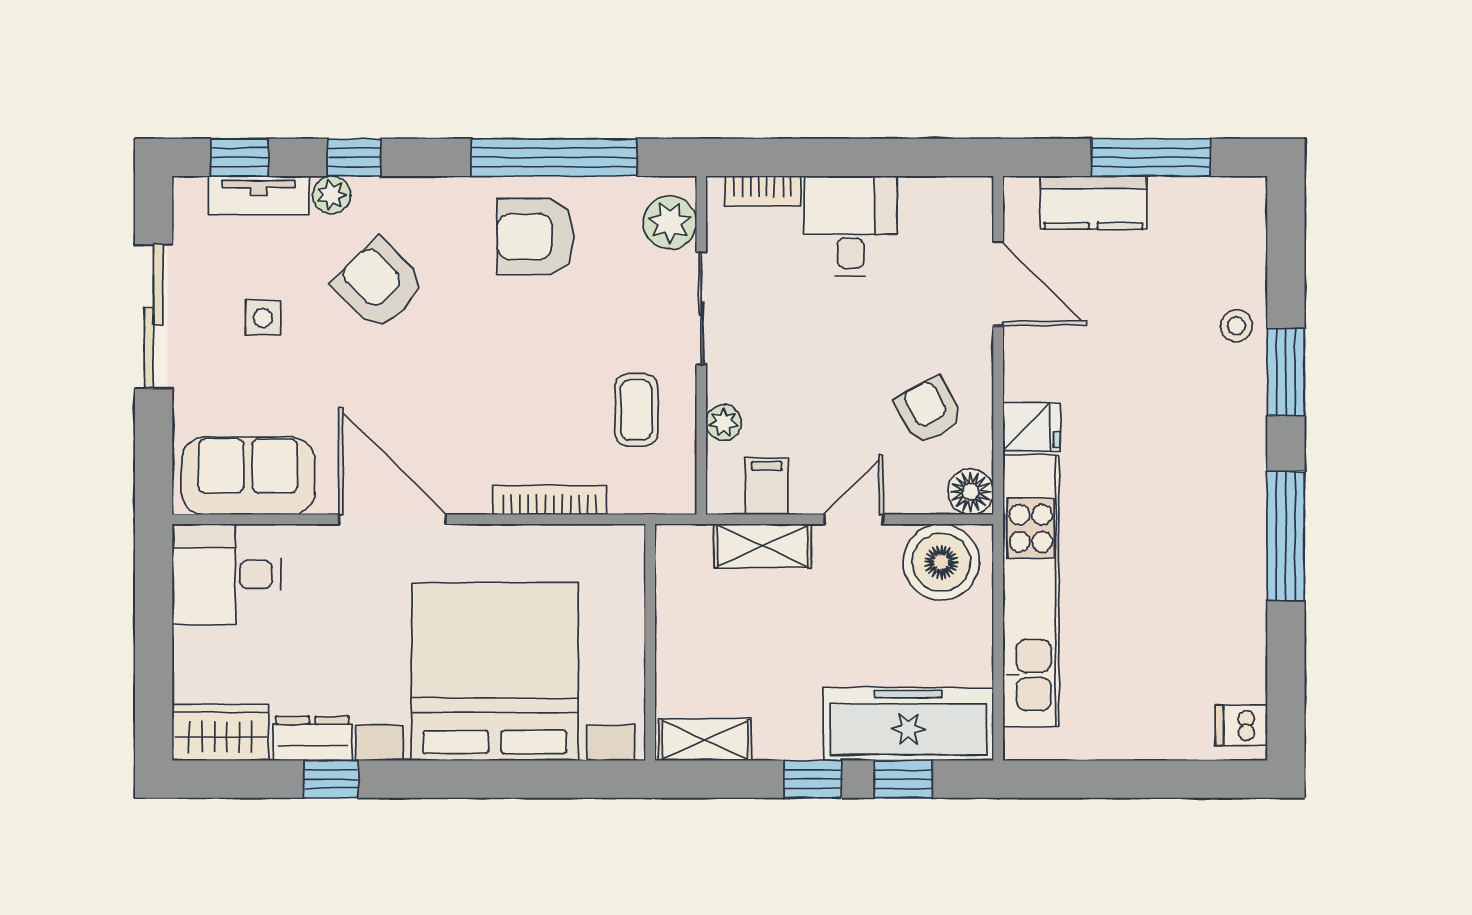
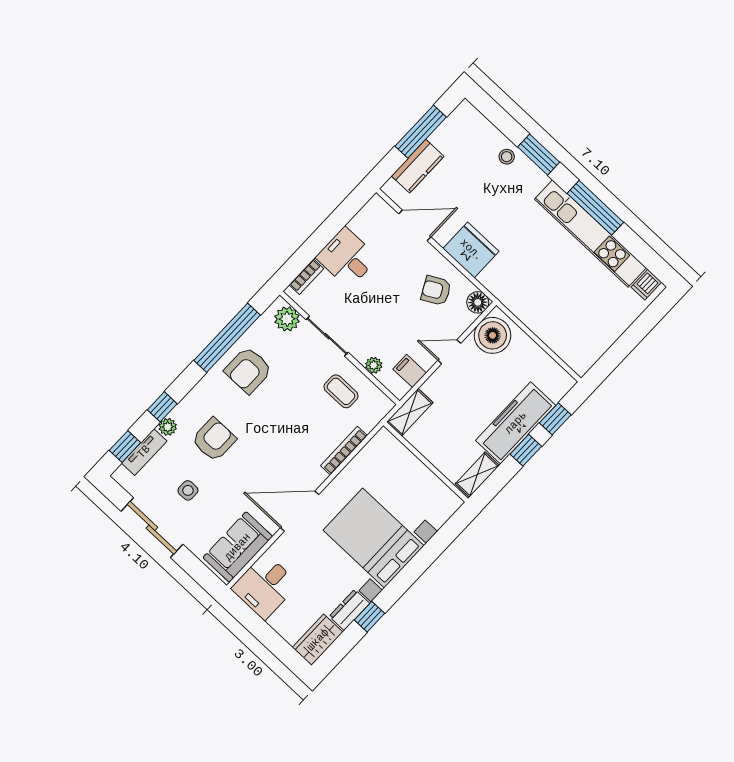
armchair: (379, 284) -> (214, 440), turned 135
fridge: (1032, 427) -> (471, 250), width x1.88, depth x1.34
door: (854, 519) -> (449, 352), hinge flipped
shelving: (763, 546) -> (410, 412), moved
kitchen unit: (1031, 591) -> (590, 233), moved, turned 180
bed with nightstands: (495, 672) -> (374, 538), width x0.73
freezer: (908, 724) -> (516, 423), moved

